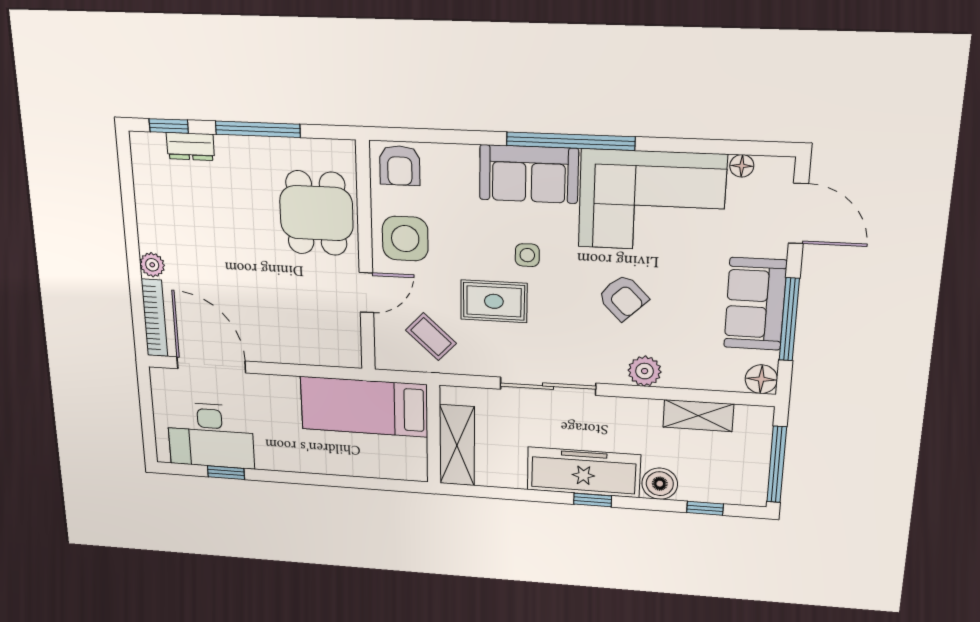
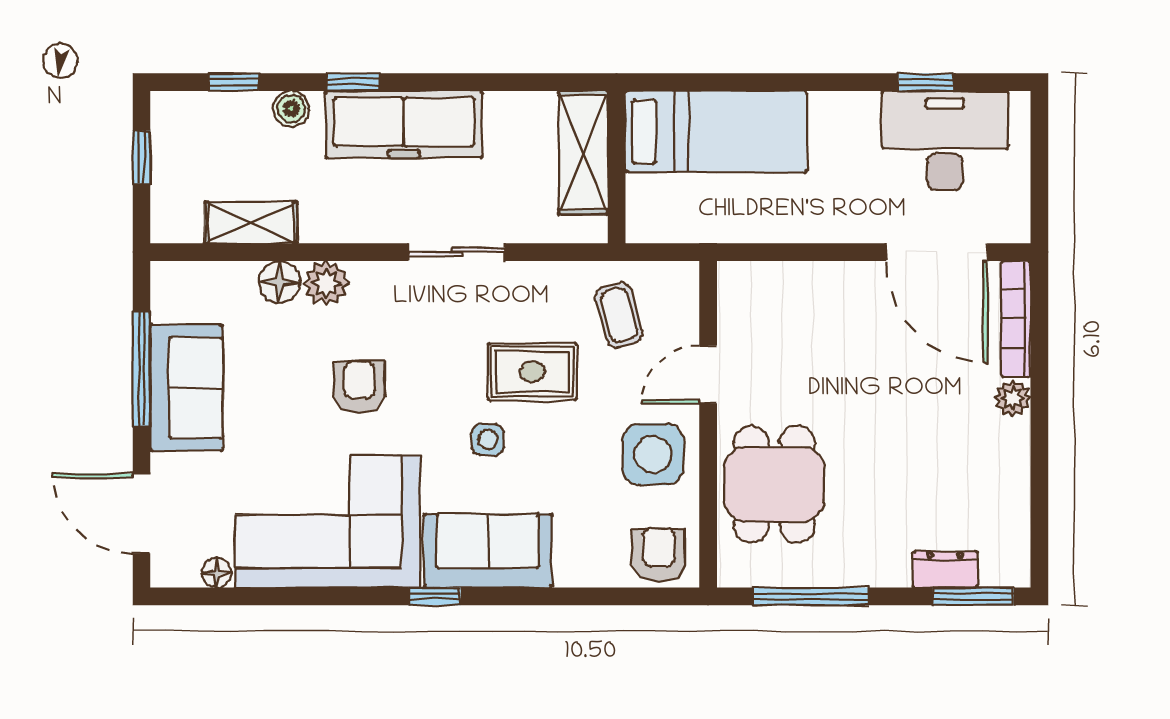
window: (169, 126) -> (973, 596), width x1.50
window: (258, 129) -> (811, 596), moved
window: (570, 141) -> (435, 596), width x0.32
armchair: (623, 298) -> (359, 387), turned 44
coffee table: (431, 337) -> (619, 315), turned 32
floor lamp: (761, 379) -> (279, 282), moved
sliding door: (548, 386) -> (456, 252), width x0.73
bed: (364, 407) -> (716, 132), moved
window: (777, 464) -> (141, 157), width x0.46
boiler: (660, 484) -> (291, 109), width x0.73, depth x0.73
window: (593, 500) -> (353, 82), moved

